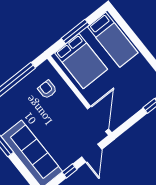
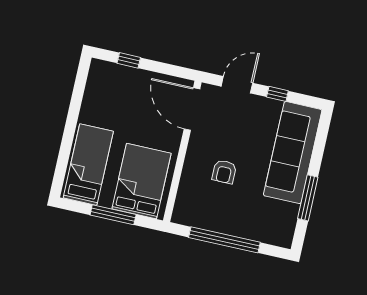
armchair: (47, 89) -> (224, 172), moved
door: (98, 119) -> (192, 109), hinge flipped

